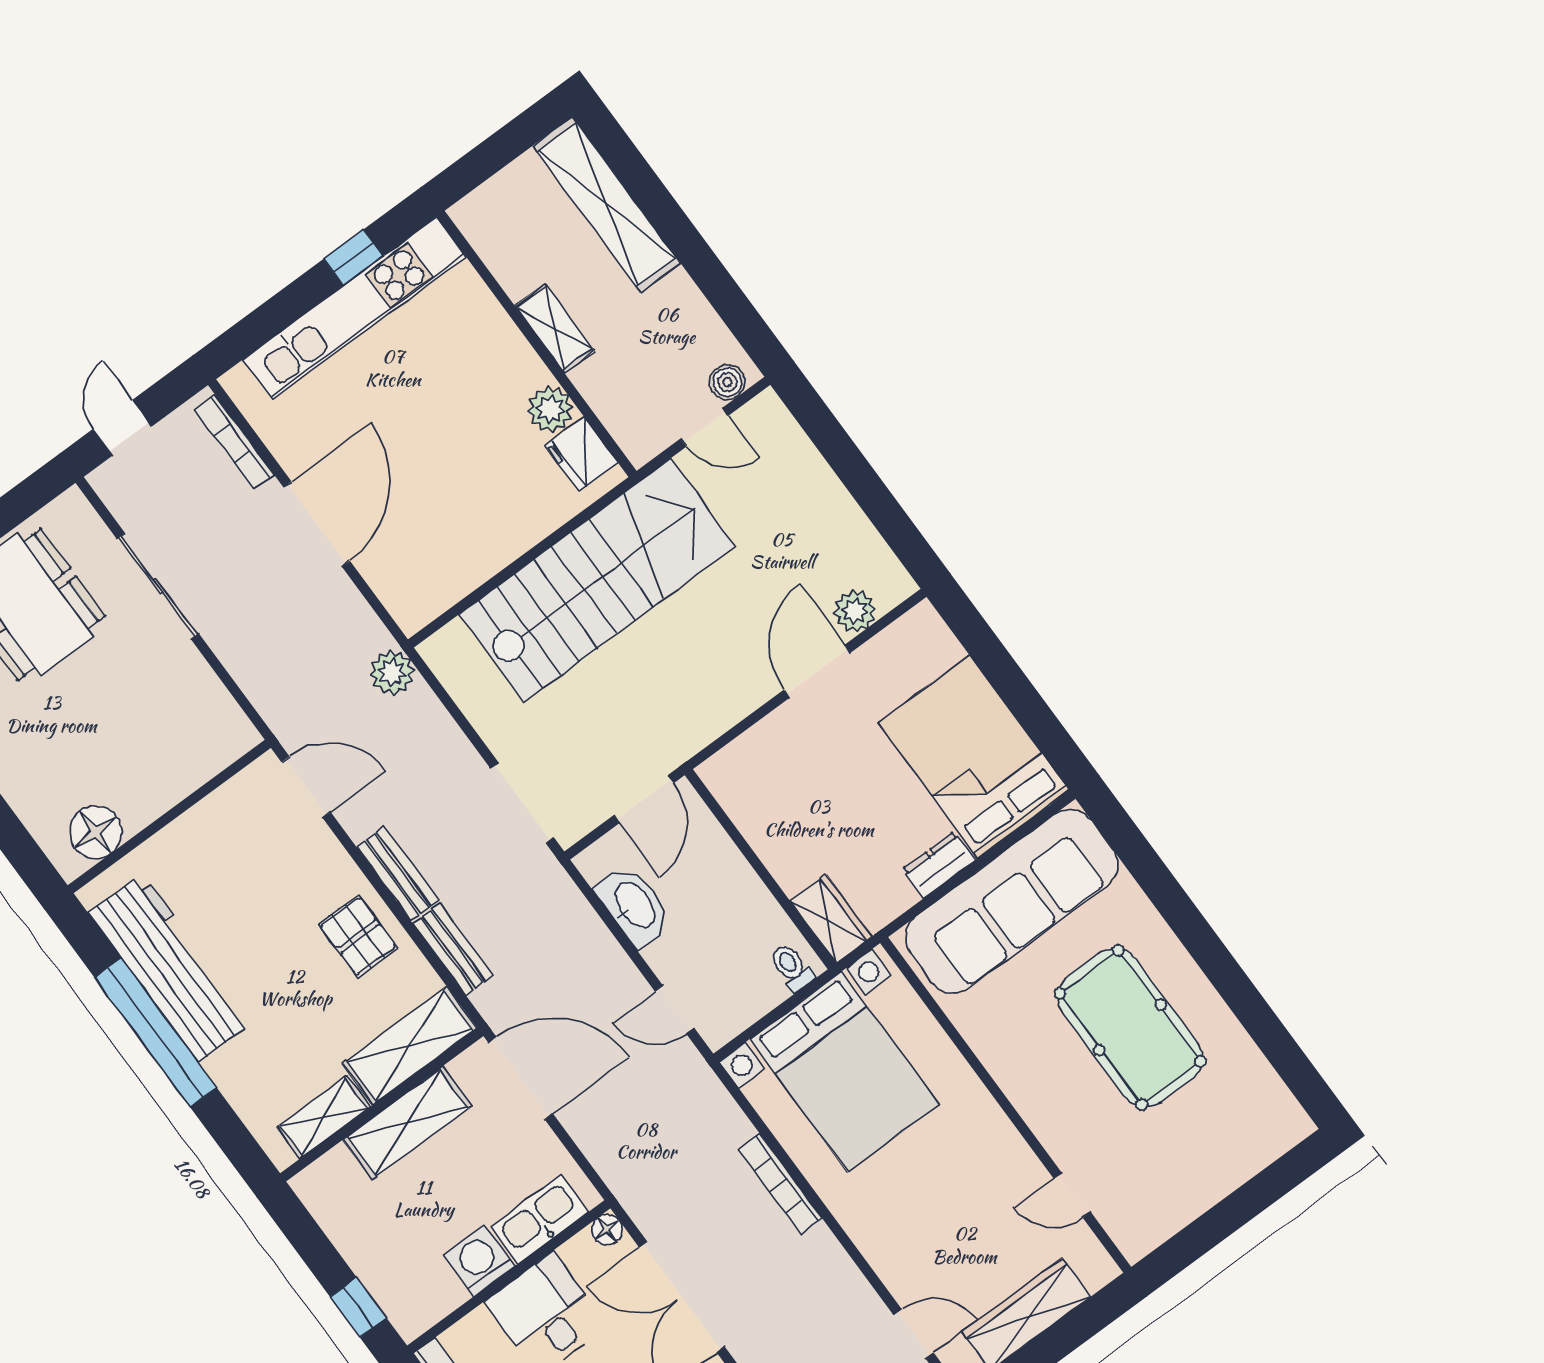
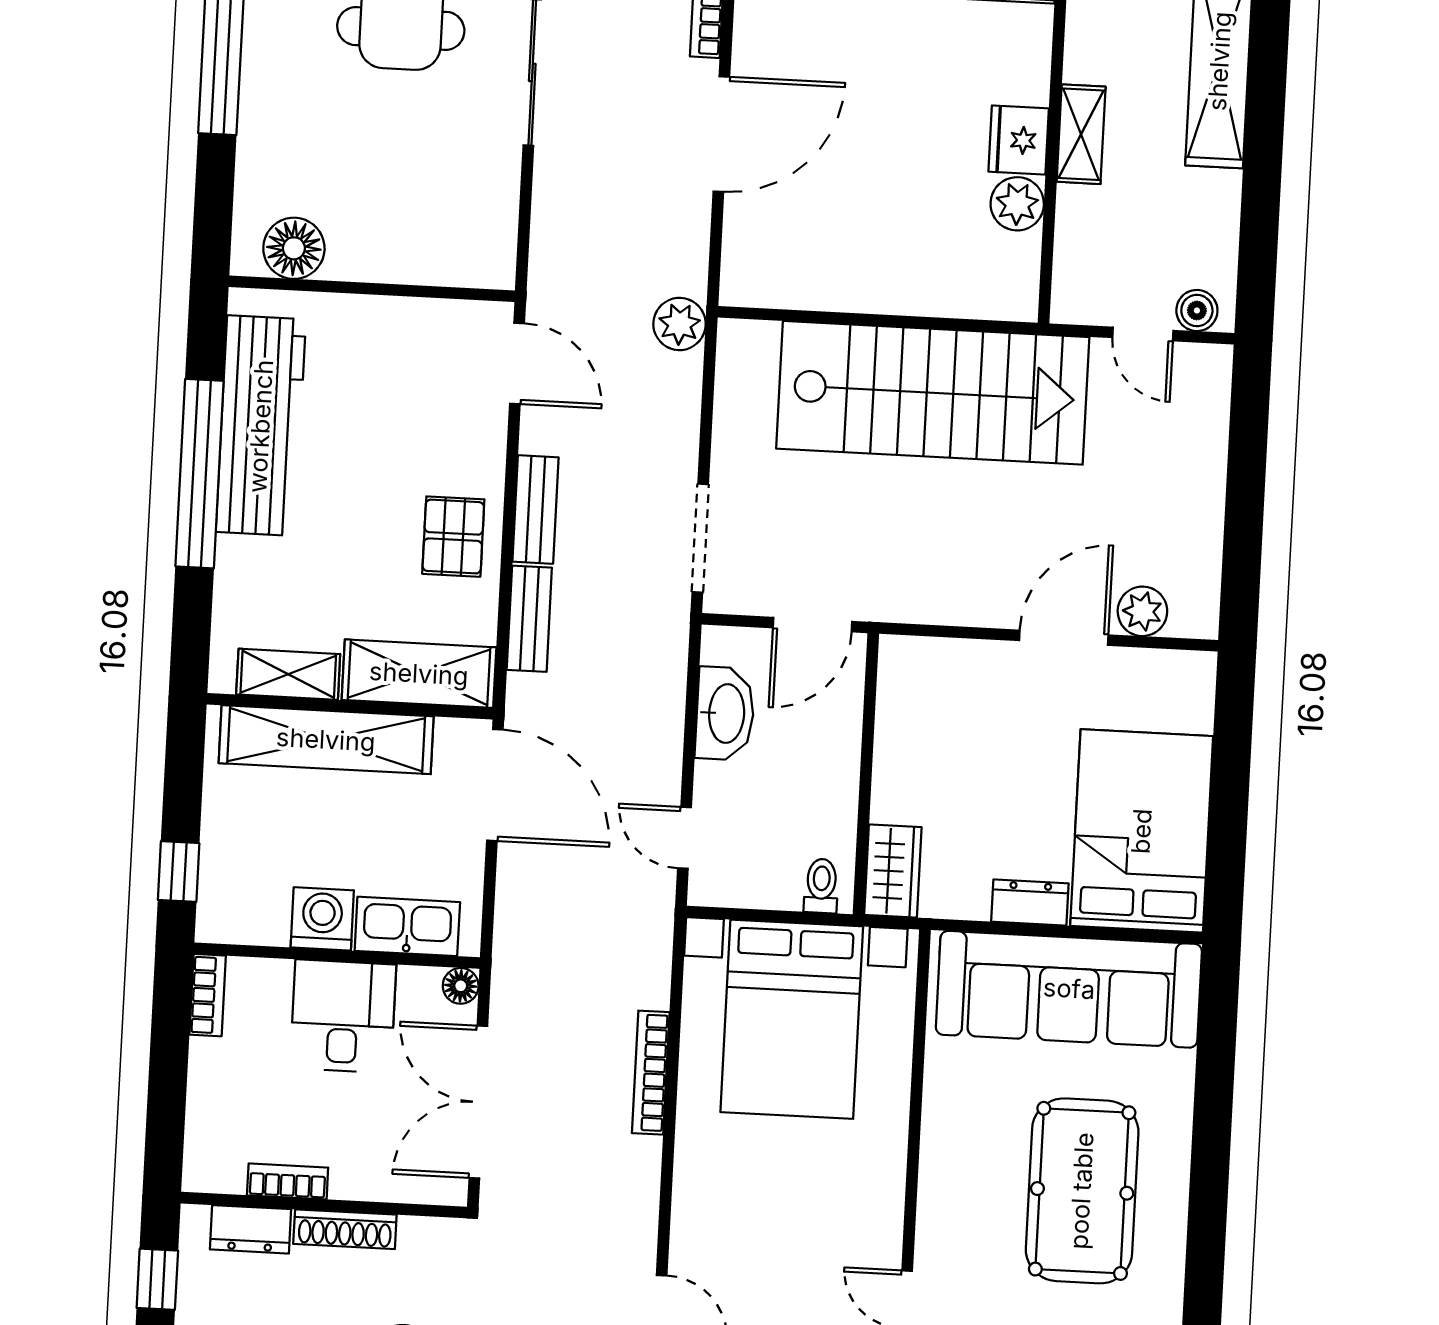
fridge: (581, 454) -> (1019, 140), moved
shelving: (408, 1123) -> (326, 740), width x1.47

